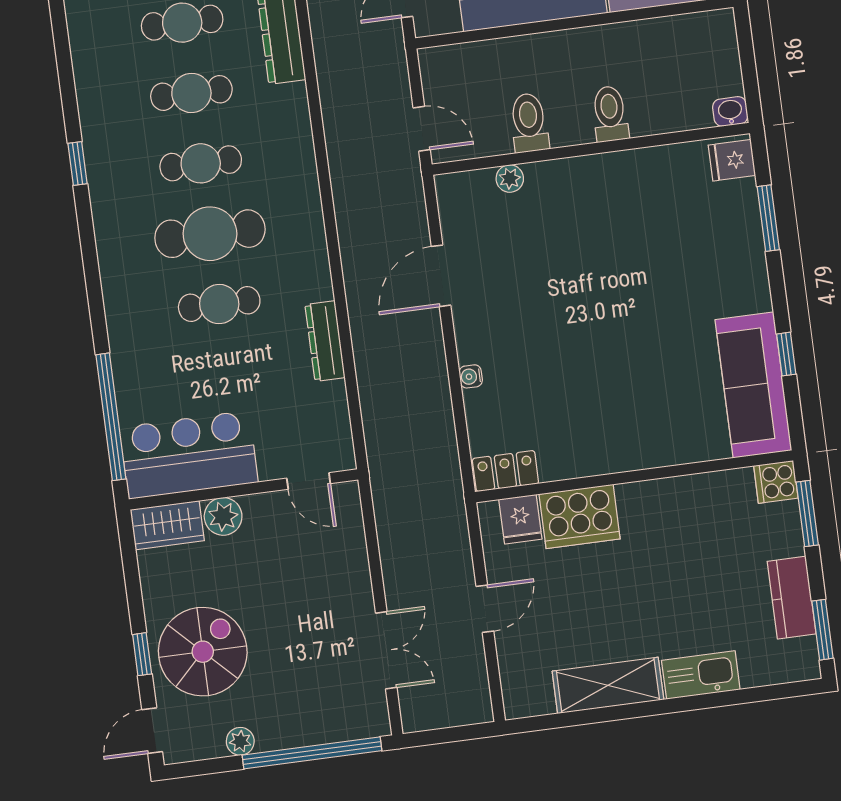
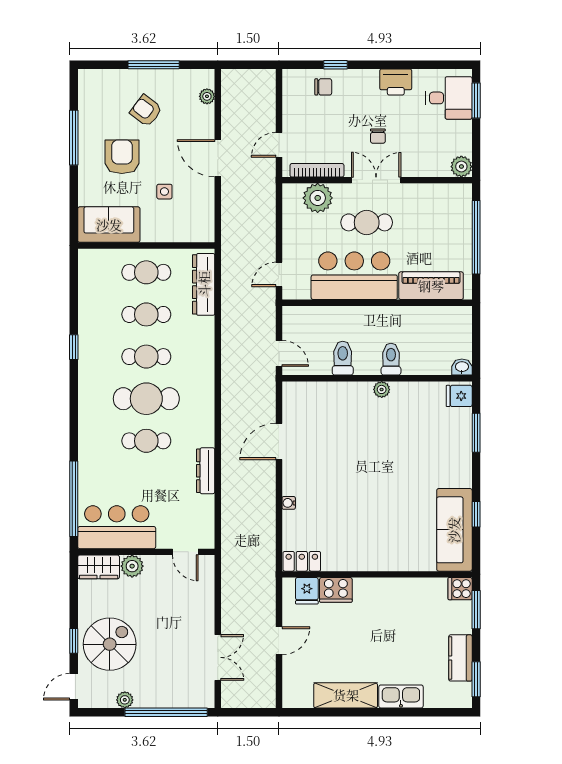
plant: (510, 179) -> (382, 389), moved
cooker: (580, 516) -> (336, 590), width x0.73, depth x0.76

